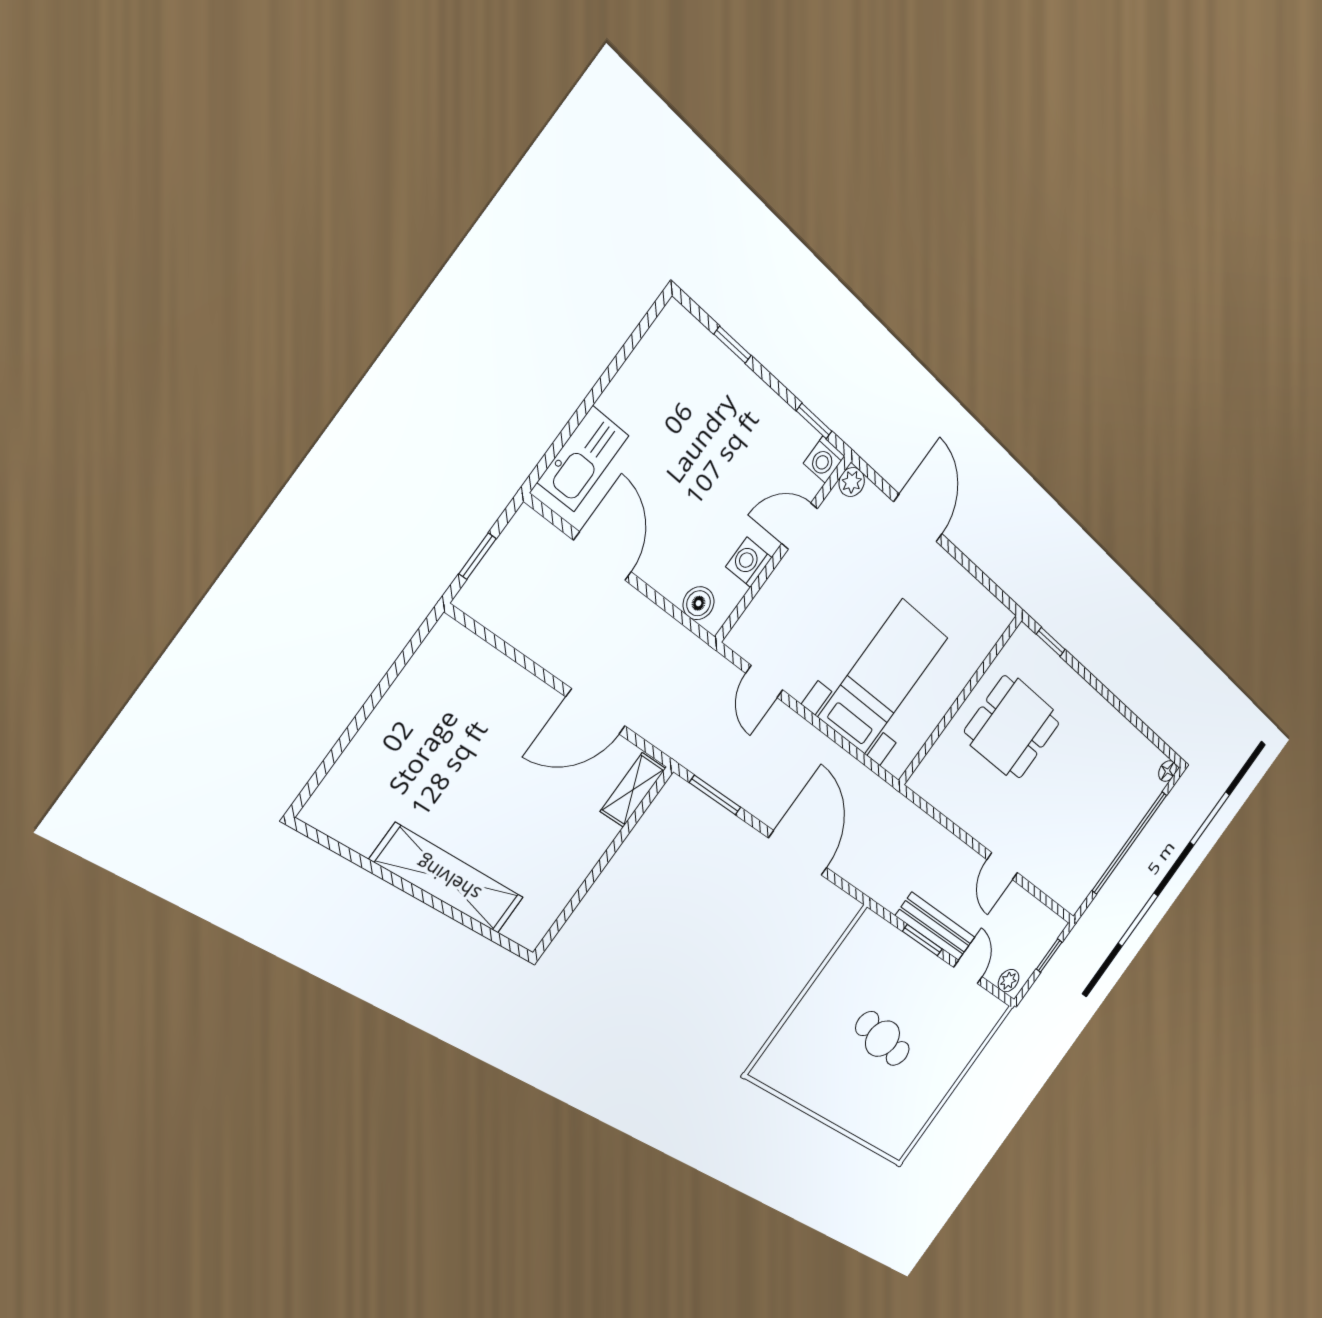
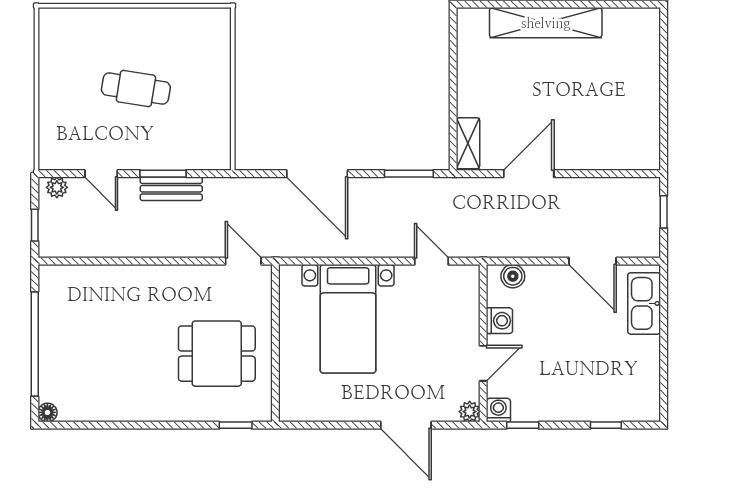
door: (1002, 866) -> (243, 261), moved
bench: (935, 927) -> (171, 189), width x0.73

